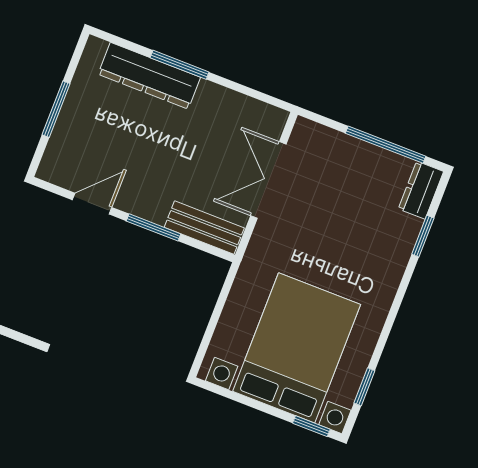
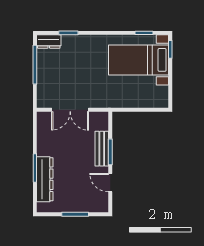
bench: (204, 228) -> (102, 149), moved
bed with nightstands: (297, 348) -> (139, 60), width x0.73

